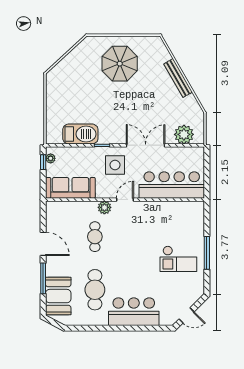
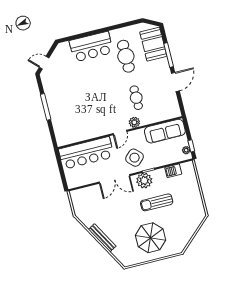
sun lounger: (102, 104) -> (157, 202), added
barbecue: (80, 134) -> (173, 171), width x0.53, depth x0.65
plant: (184, 134) -> (144, 181), moved
side table: (115, 165) -> (134, 158), turned 45
door: (43, 244) -> (175, 82), swing flipped
checkout: (178, 259) -> (67, 97), removed
door: (186, 315) -> (44, 63), moved

